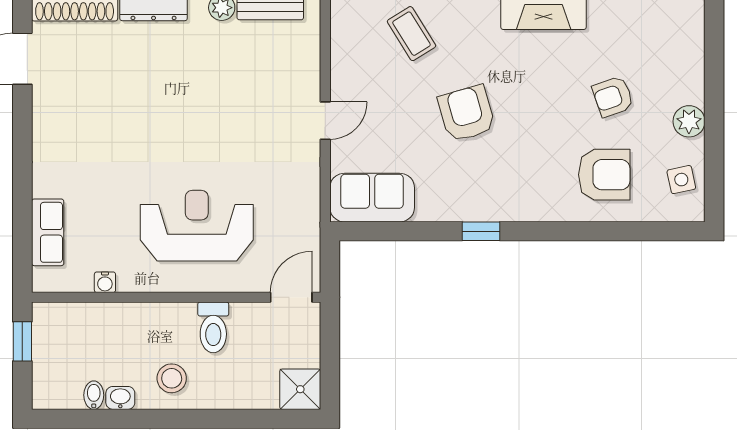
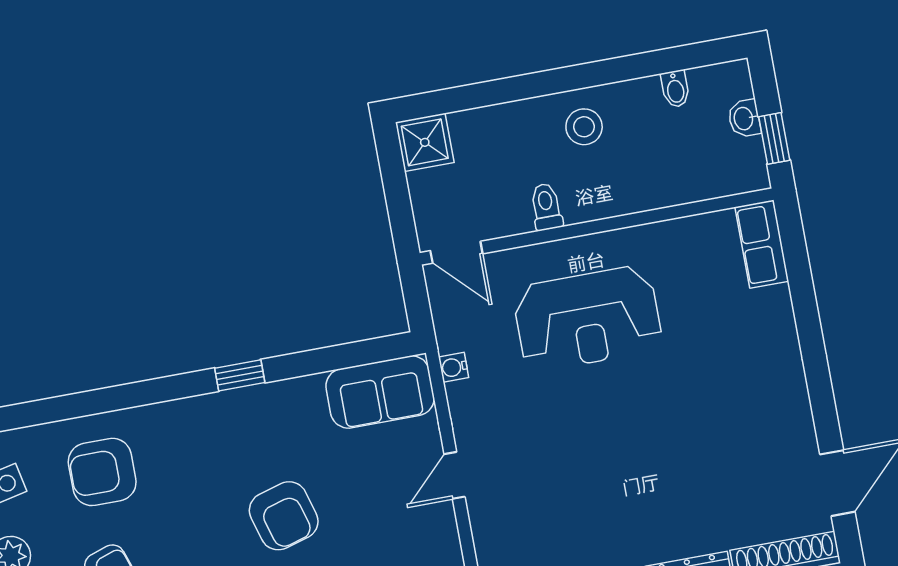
row of seats: (48, 232) -> (762, 244), moved
water cooler: (105, 282) -> (454, 367), moved, turned -90
door: (291, 297) -> (456, 252), hinge flipped
toilet: (213, 327) -> (546, 207), width x0.73, depth x0.72
washbasin: (120, 398) -> (744, 118), moved, turned 90

